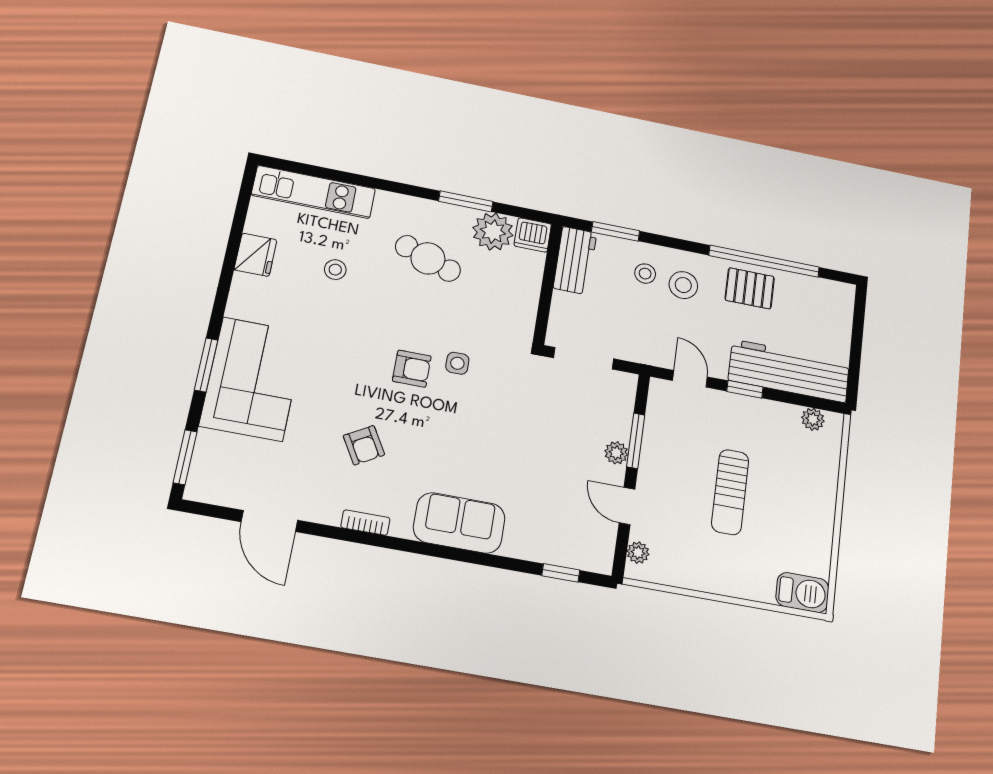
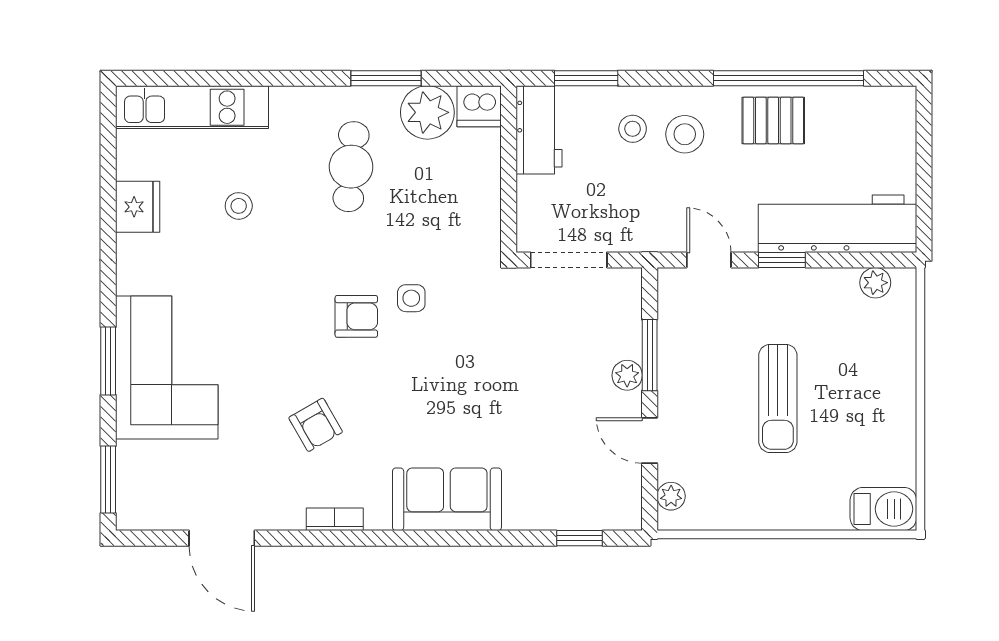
cafe table: (428, 258) -> (351, 167), turned 75

